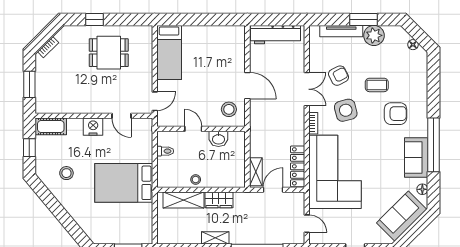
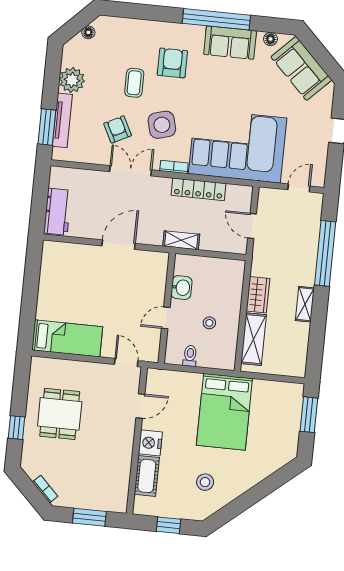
window: (363, 19) -> (47, 127), moved
workbench: (275, 35) -> (58, 212), width x0.73
stool: (229, 109) -> (146, 271), removed
cot: (51, 126) -> (147, 476), moved
locker: (298, 166) -> (198, 189), moved
shelving: (256, 172) -> (181, 240), moved
stool: (196, 180) -> (209, 323), moved

